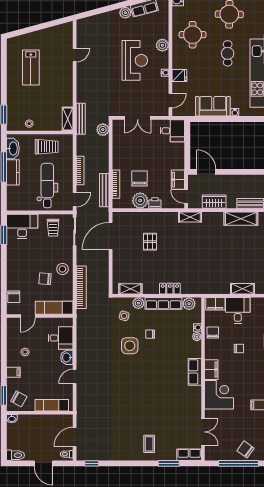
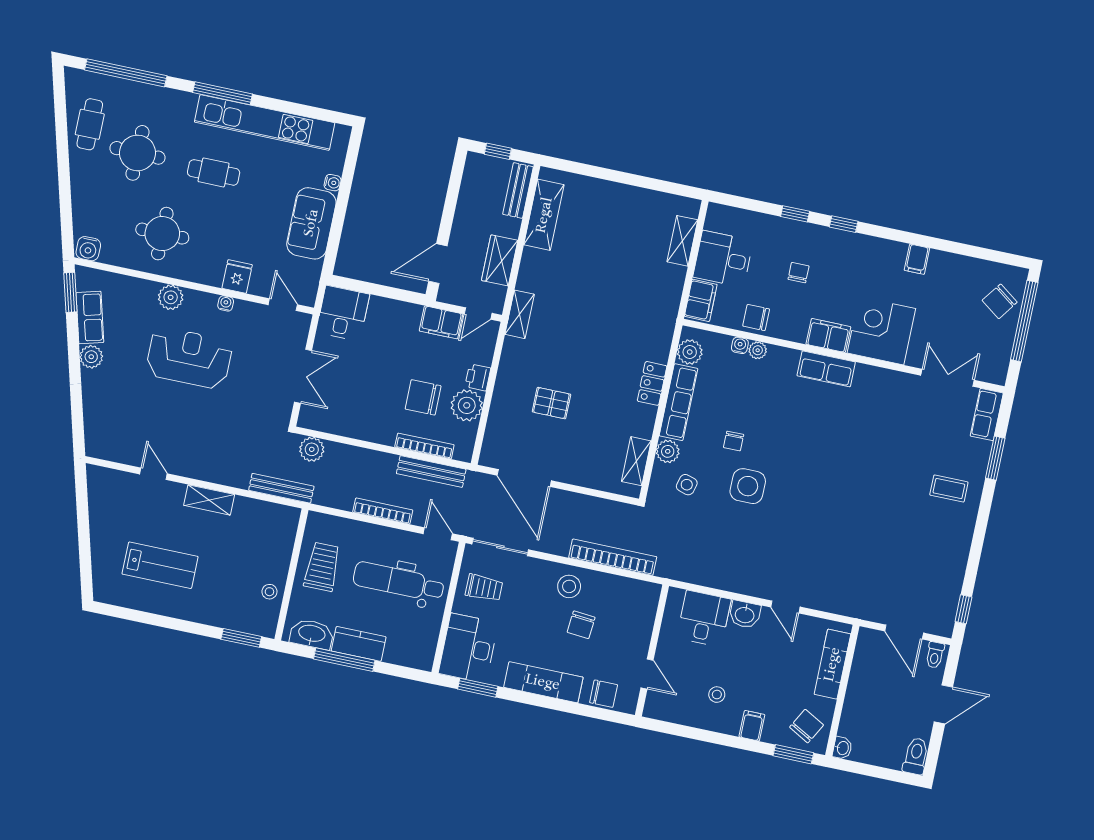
shelving: (68, 119) -> (209, 500), moved
exam couch: (54, 308) -> (543, 682), moved, turned 90

